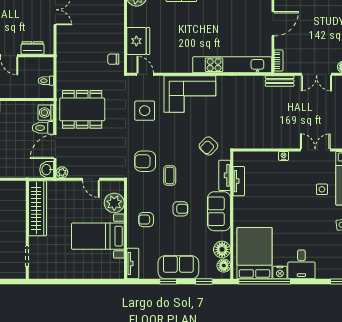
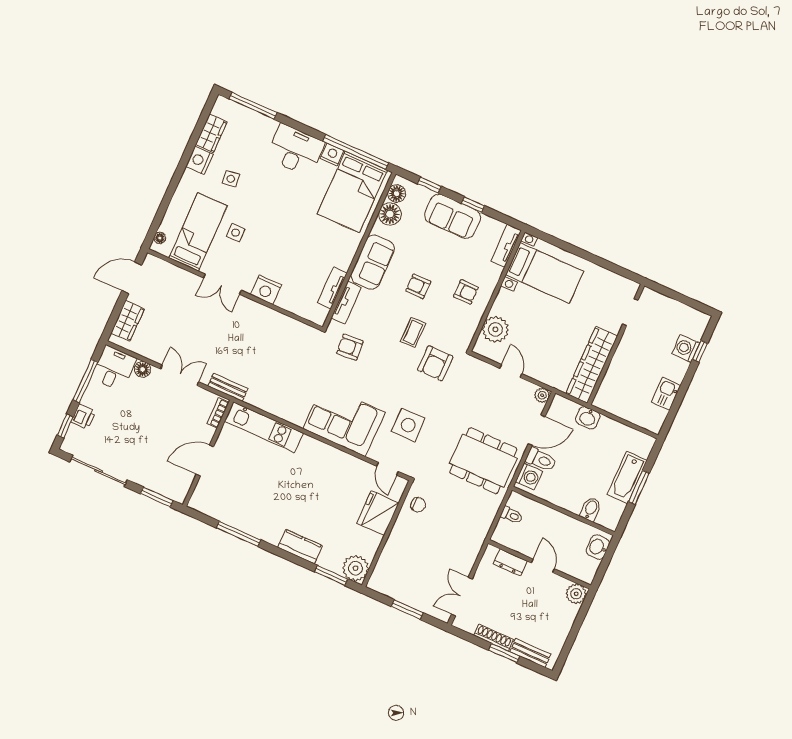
kitchen unit: (232, 65) -> (264, 427), width x0.73
armchair: (208, 146) -> (350, 347), turned -137
nightstand: (284, 156) -> (266, 290), width x1.89, depth x1.79
armchair: (145, 161) -> (435, 363), turned 90
washbasin: (47, 170) -> (588, 418), moved, turned 90
bed with nightstands: (98, 236) -> (545, 273), moved
desk: (301, 264) -> (295, 150), width x1.37

